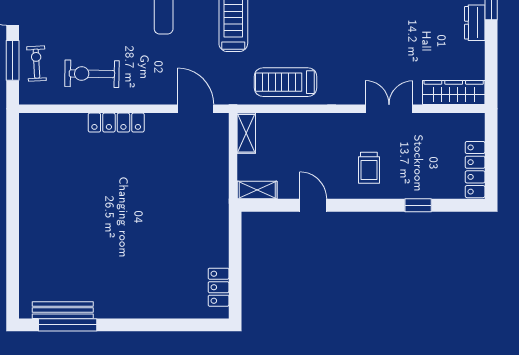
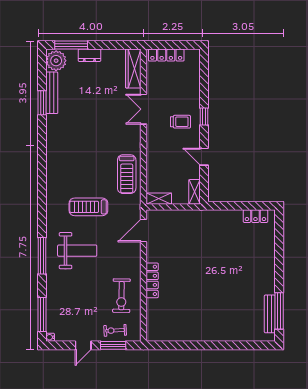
locker: (475, 170) -> (166, 55), moved
door: (313, 205) -> (204, 157), hinge flipped
window: (418, 205) -> (204, 117), moved

